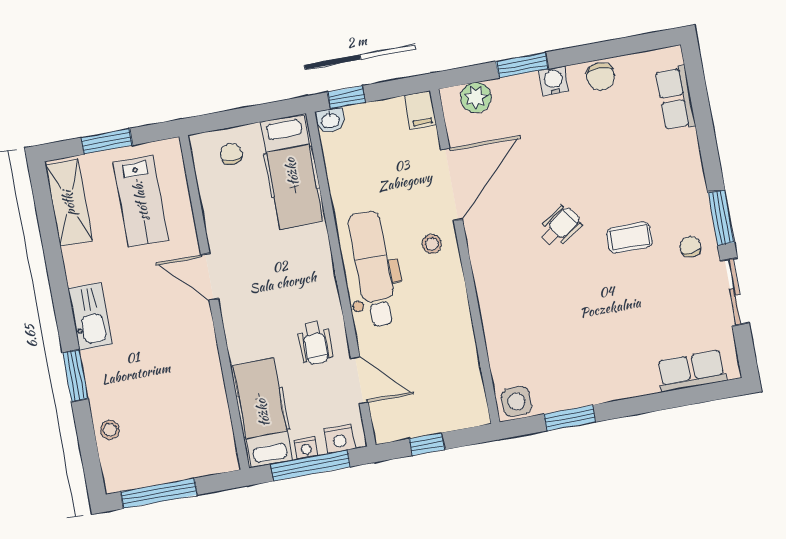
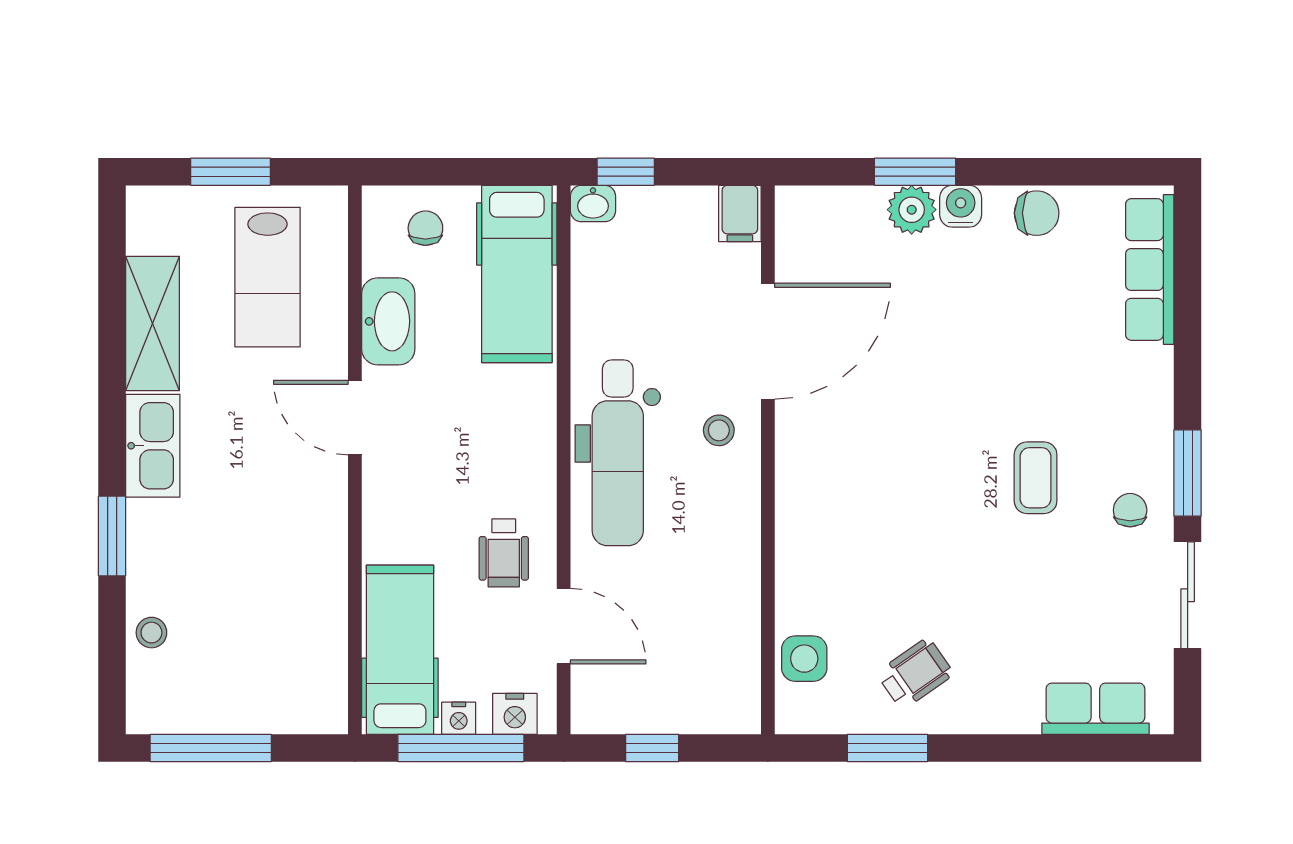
chair: (601, 77) -> (1037, 213), turned -90
plant: (476, 97) -> (912, 210), moved
row of seats: (675, 98) -> (1150, 269), width x1.48
shelving: (69, 203) -> (153, 323), moved
washbasin: (219, 215) -> (388, 321), added
wheelchair: (560, 227) -> (915, 674), moved
coffee table: (629, 237) -> (1036, 478), turned 90
dental chair: (373, 269) -> (618, 453), turned 180
side table: (516, 402) -> (804, 659), moved

